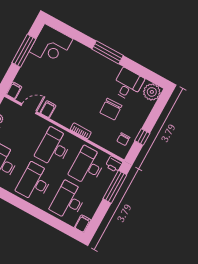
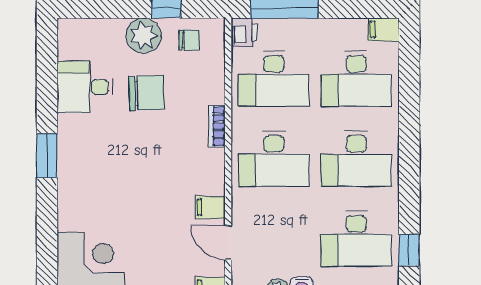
window: (108, 52) -> (47, 156), width x0.69
plant: (152, 92) -> (143, 36), moved

